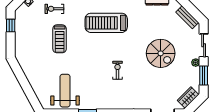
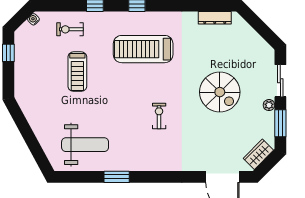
bench: (187, 17) -> (257, 41), removed
weight bench: (65, 91) -> (85, 145), turned 90

